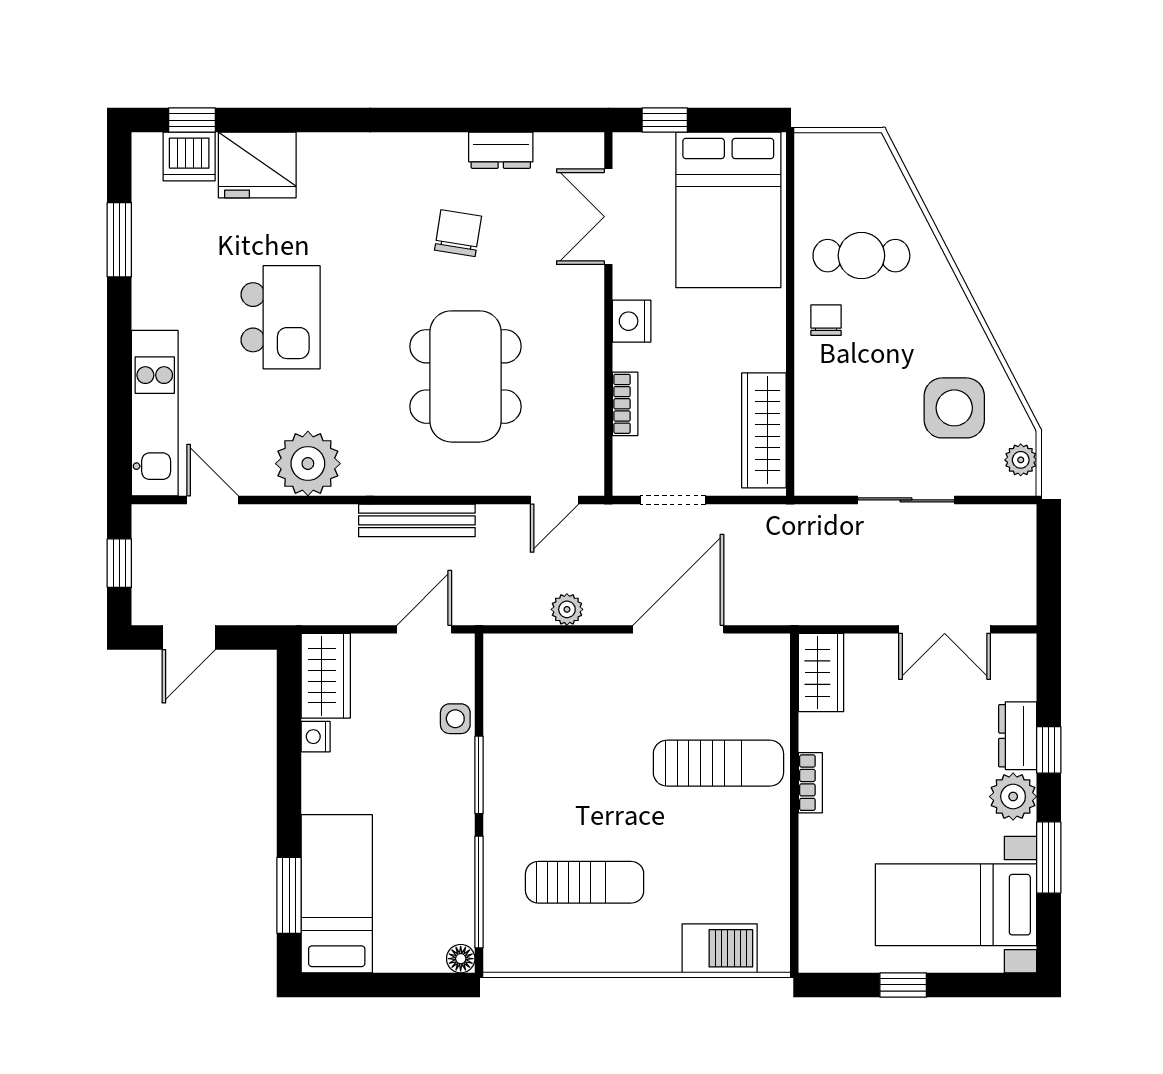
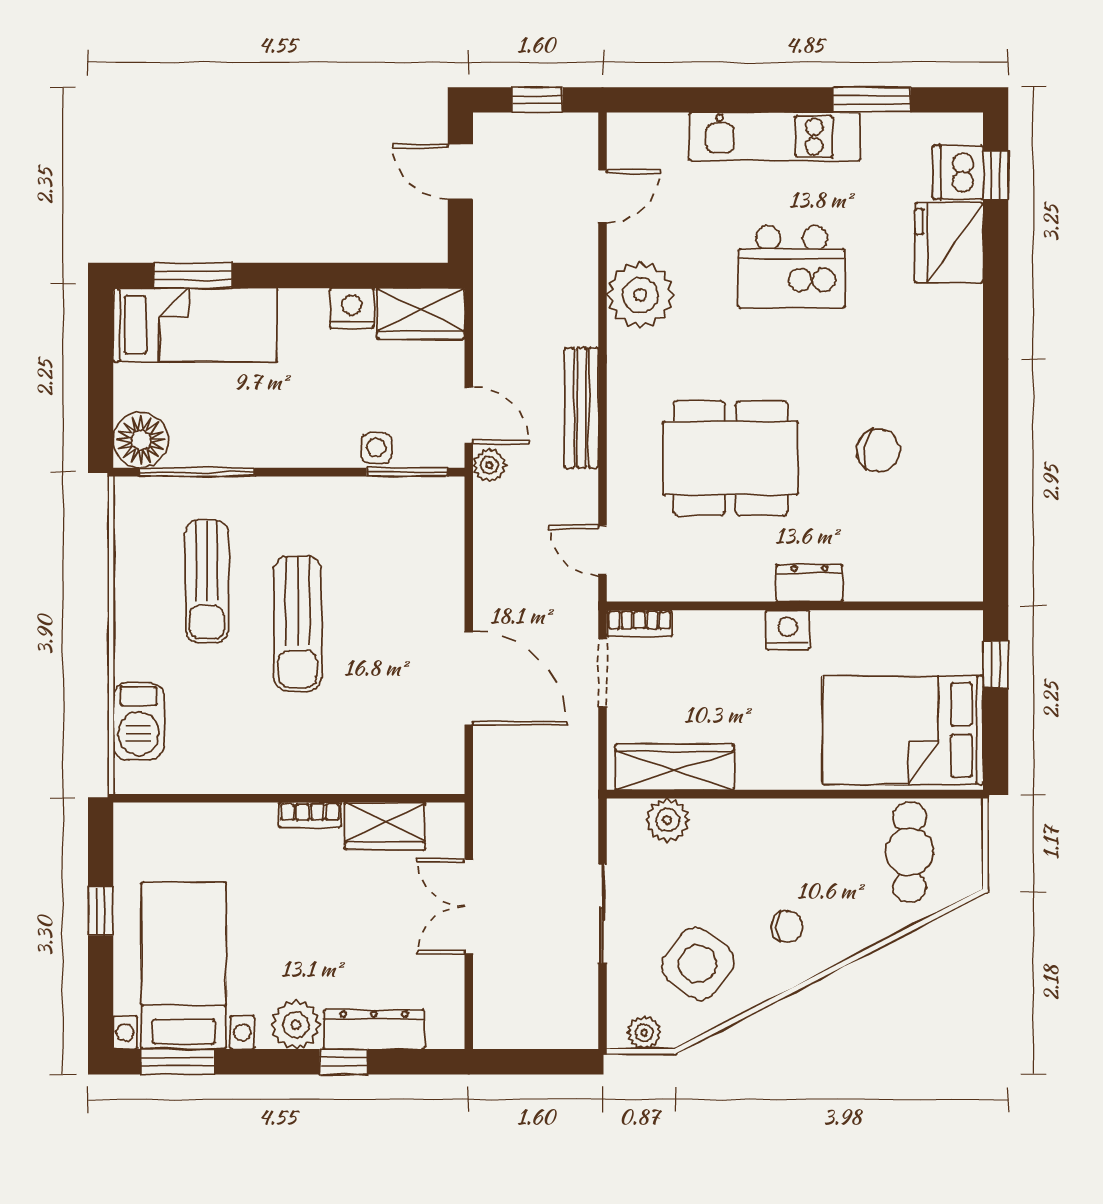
dresser: (501, 150) -> (810, 583), moved, turned 90
double door: (608, 217) -> (896, 606), removed
cafe table: (861, 256) -> (910, 852), moved
chair: (826, 320) -> (787, 927), moved
bookcase: (625, 404) -> (640, 623), moved
side table: (954, 408) -> (698, 964), turned 36
kitchen unit: (155, 413) -> (775, 137), moved
plant: (815, 437) -> (667, 820), added
plant: (567, 609) -> (489, 465), moved
double door: (945, 629) -> (469, 906), moved
wardrobe: (821, 673) -> (385, 826), moved
dresser: (1018, 736) -> (374, 1030), width x1.44
nightstand: (316, 737) -> (352, 308), width x1.39, depth x1.35
sun lounger: (718, 763) -> (298, 624), moved
window: (479, 775) -> (407, 472), moved
window: (1049, 858) -> (178, 1062), moved
floor lamp: (461, 959) -> (141, 440), width x1.89, depth x1.89

